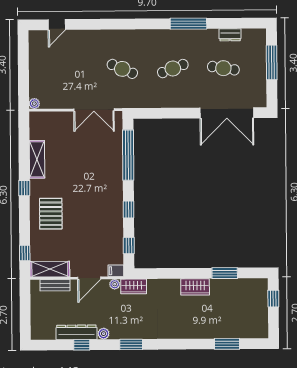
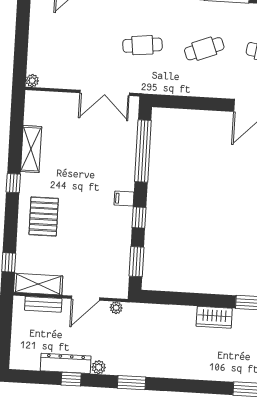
cafe table: (122, 69) -> (142, 45), turned -30
window: (129, 246) -> (136, 262), width x1.50
filing cabinet: (116, 271) -> (124, 199), moved
wardrobe: (134, 286) -> (139, 312), removed

